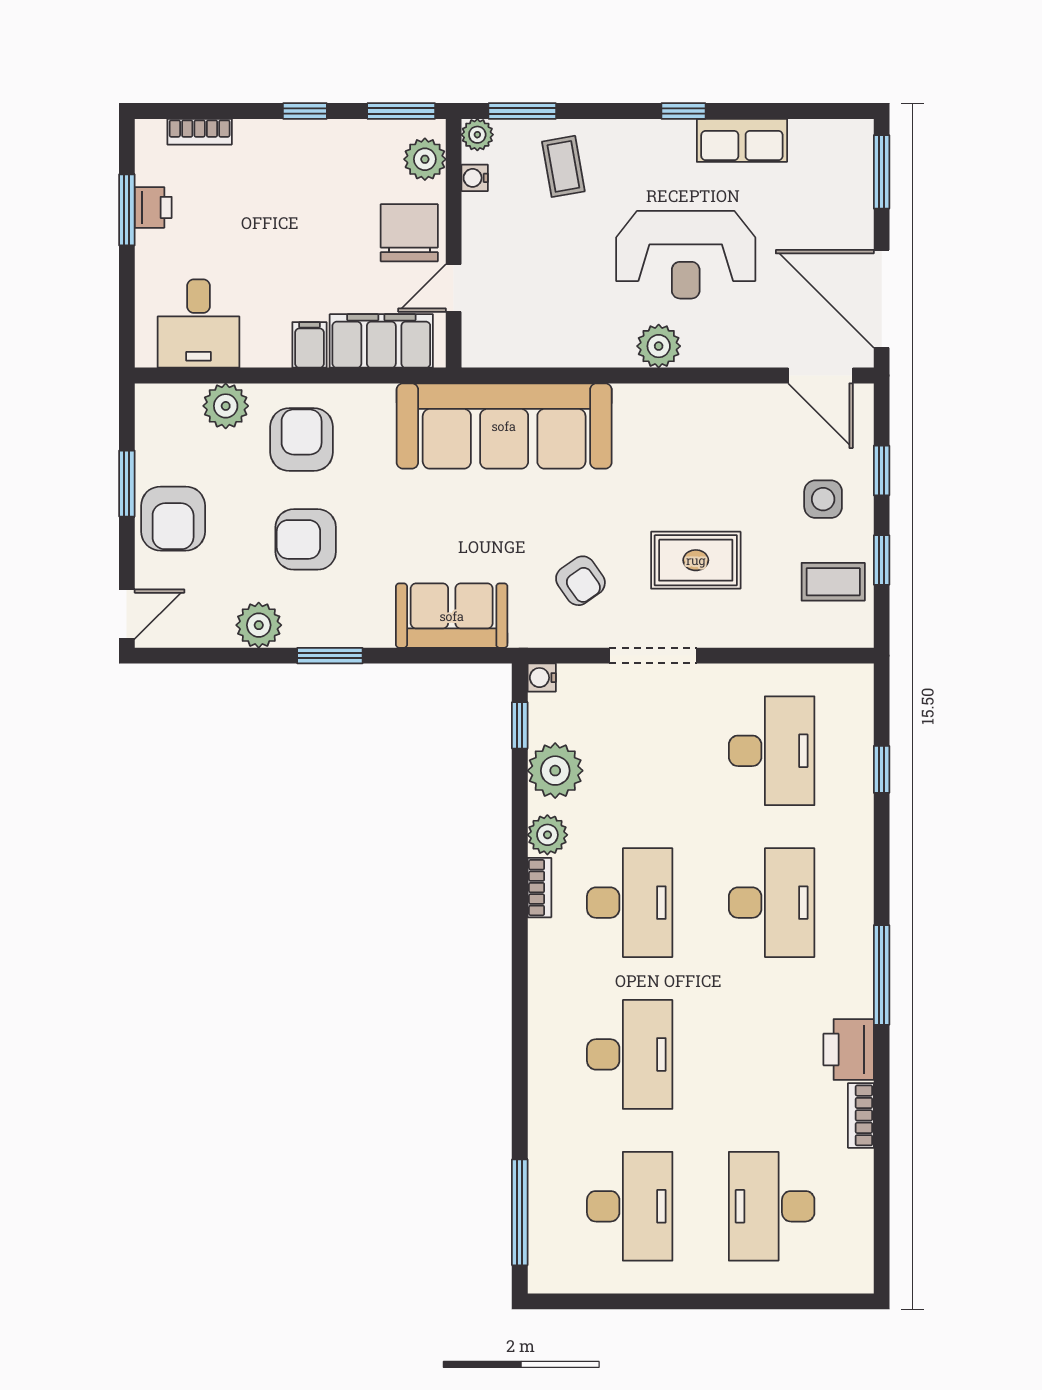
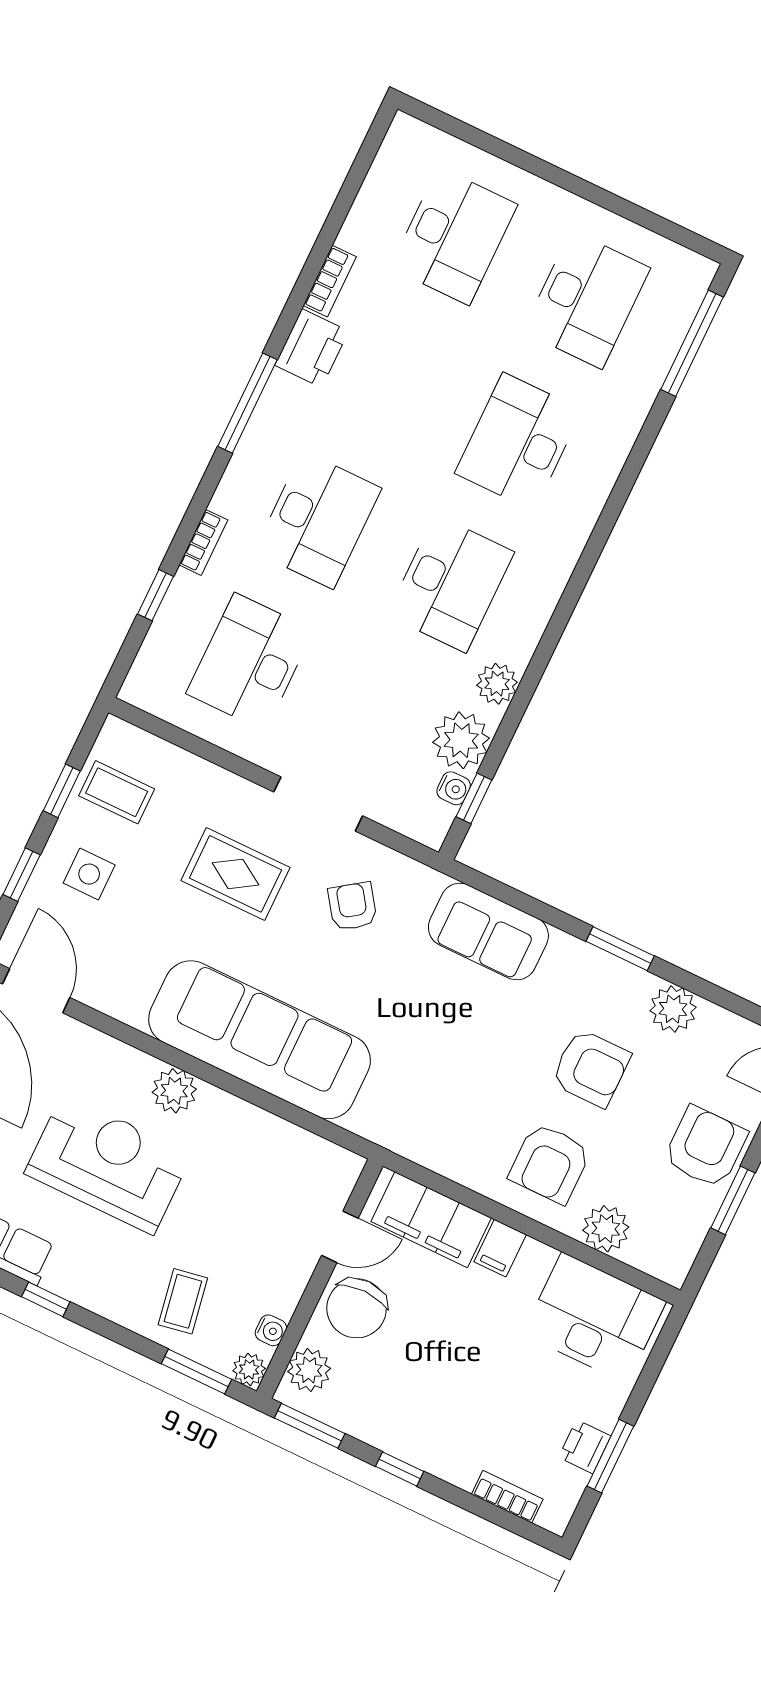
desk: (198, 324) -> (594, 1318), width x1.37
sofa: (504, 426) -> (260, 1040), moved
water cooler: (542, 678) -> (454, 788), moved
bookcase: (539, 888) -> (203, 542), moved, turned 180
desk: (630, 903) -> (451, 584), turned 180
desk: (772, 903) -> (318, 520), turned 180
desk: (630, 1206) -> (587, 300), turned 180

